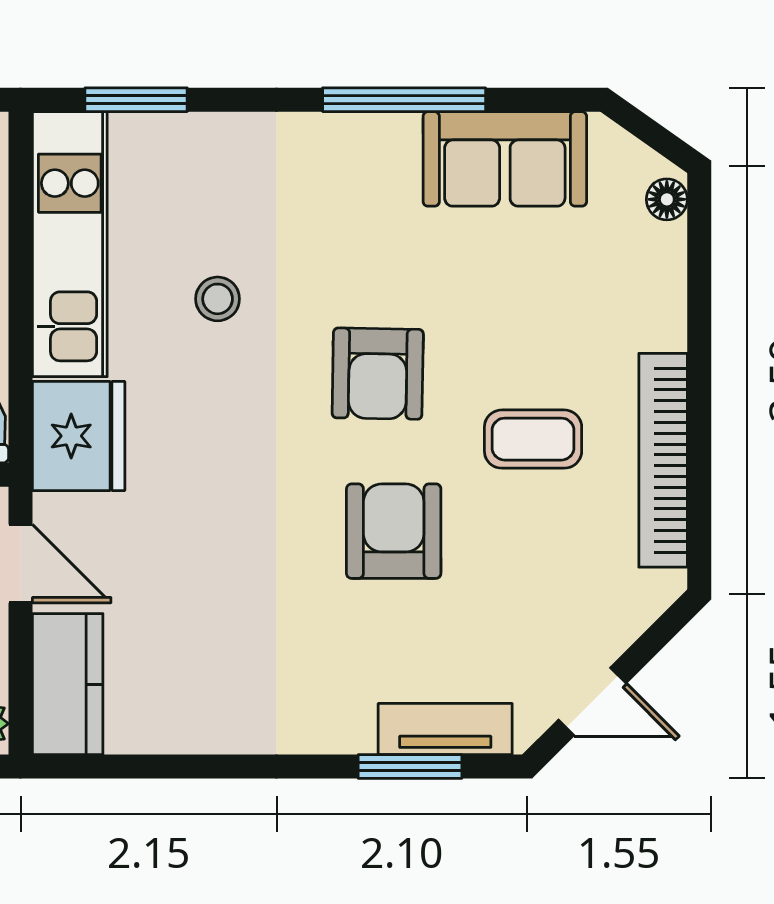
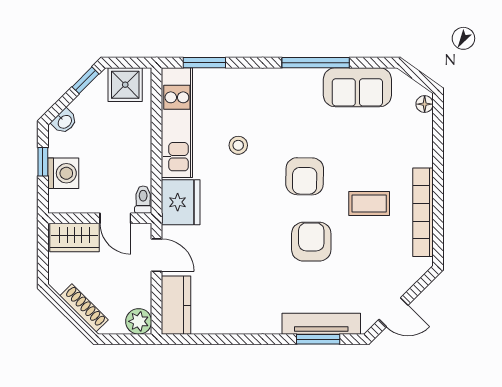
tv unit: (445, 729) -> (321, 324), width x1.41

